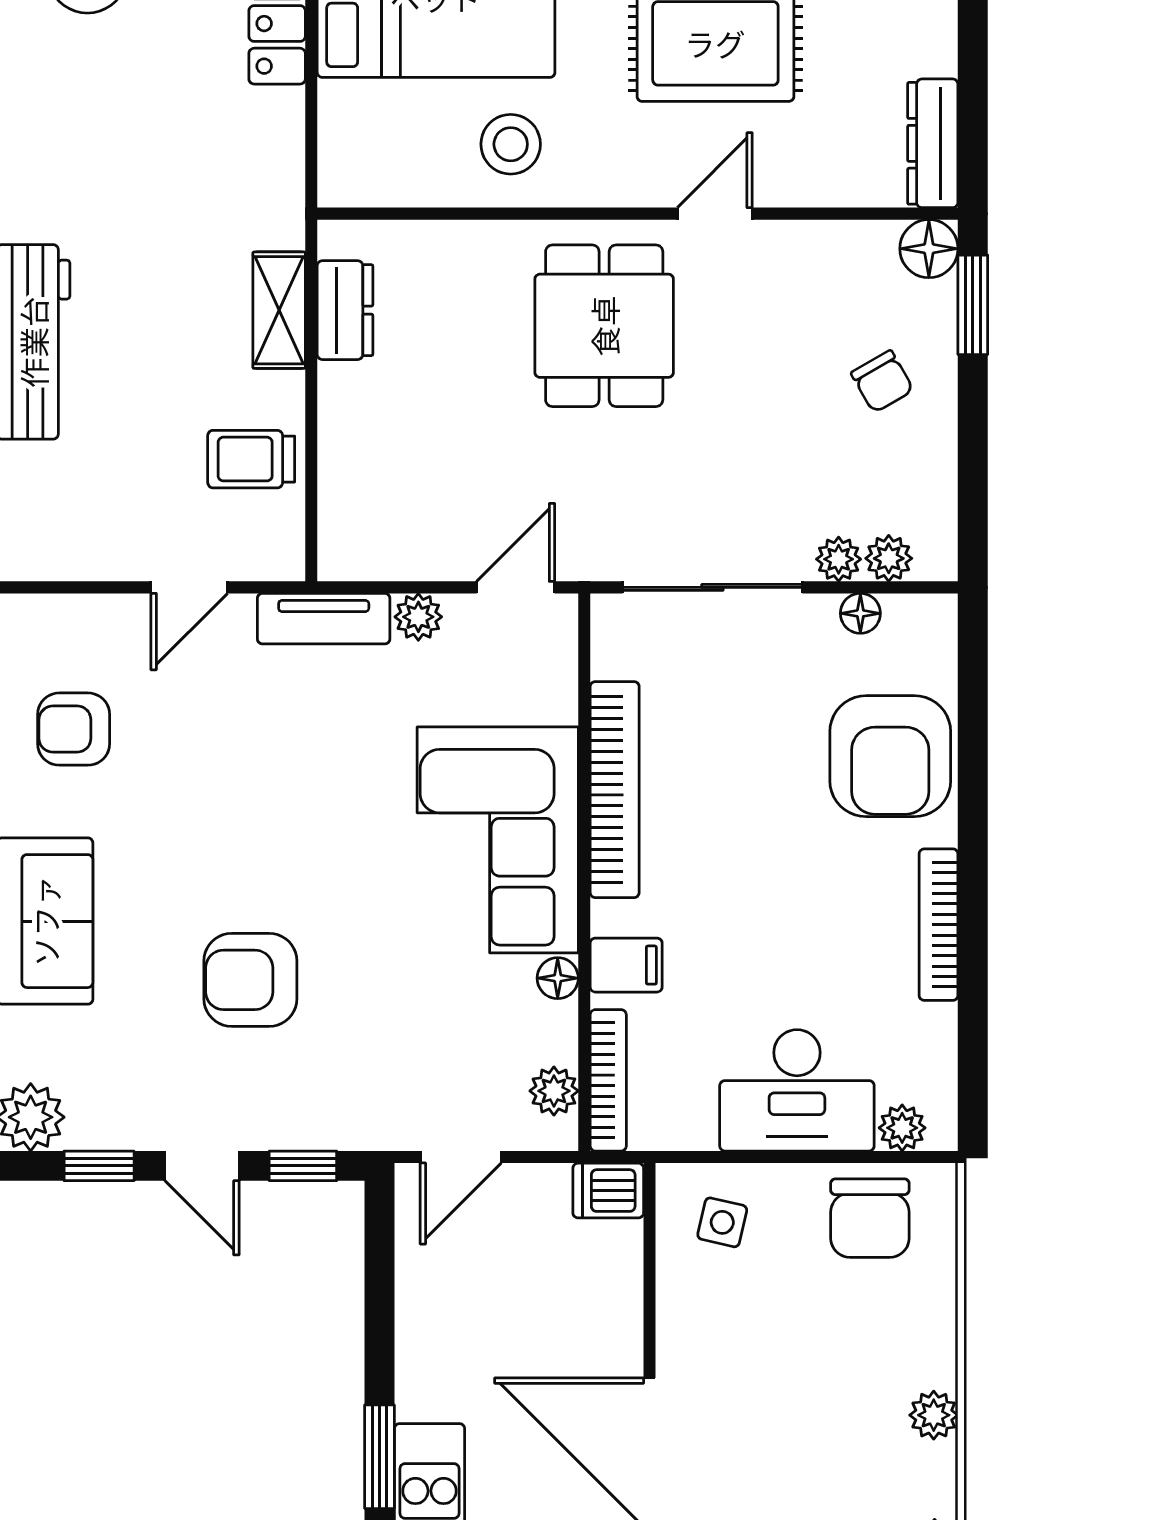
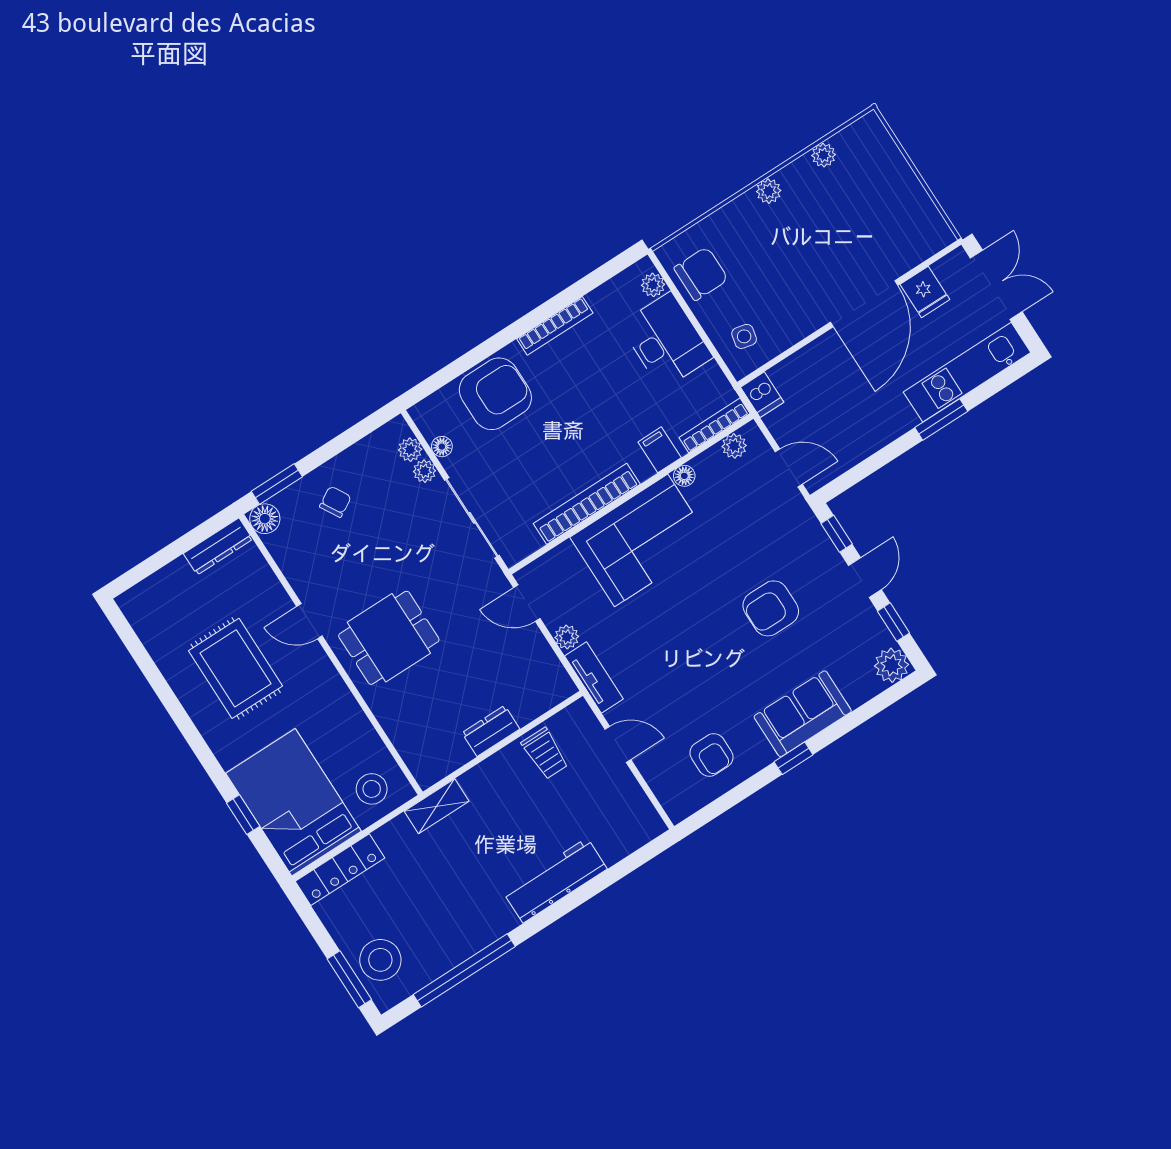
stool: (511, 144) -> (372, 789), moved
shelving: (279, 310) -> (437, 806), moved
dresser: (345, 310) -> (491, 731), moved
armchair: (250, 980) -> (771, 608), turned 90

